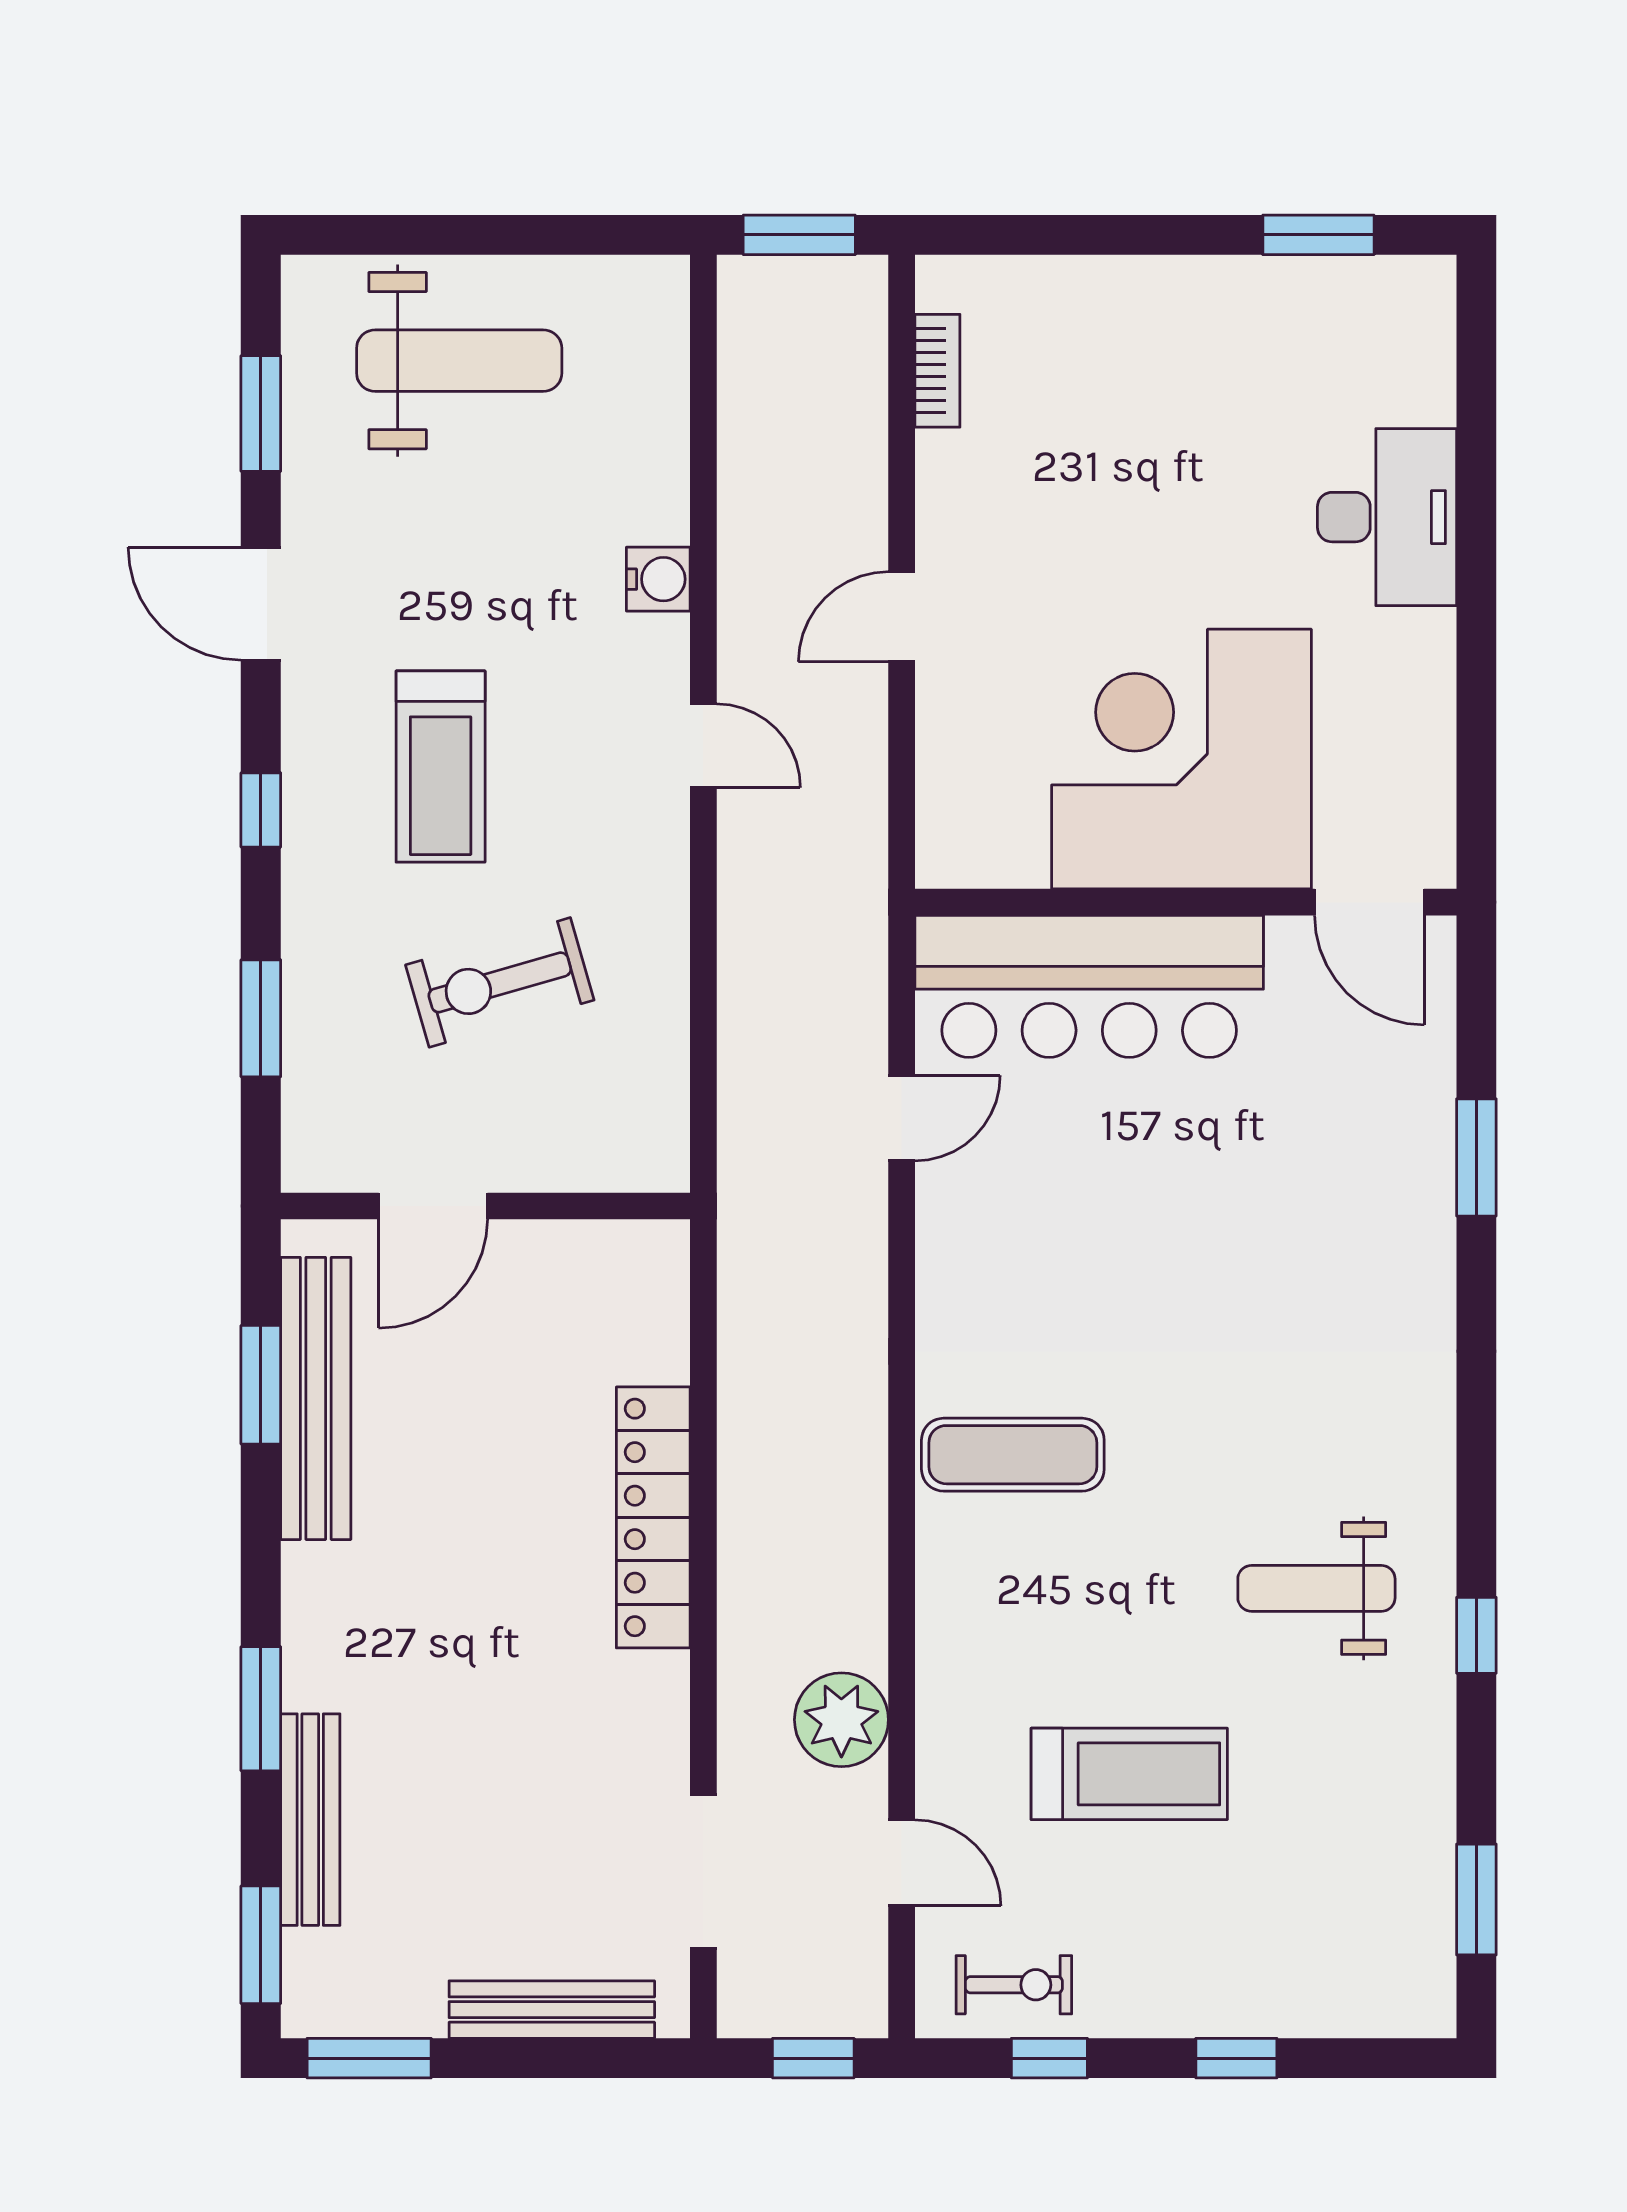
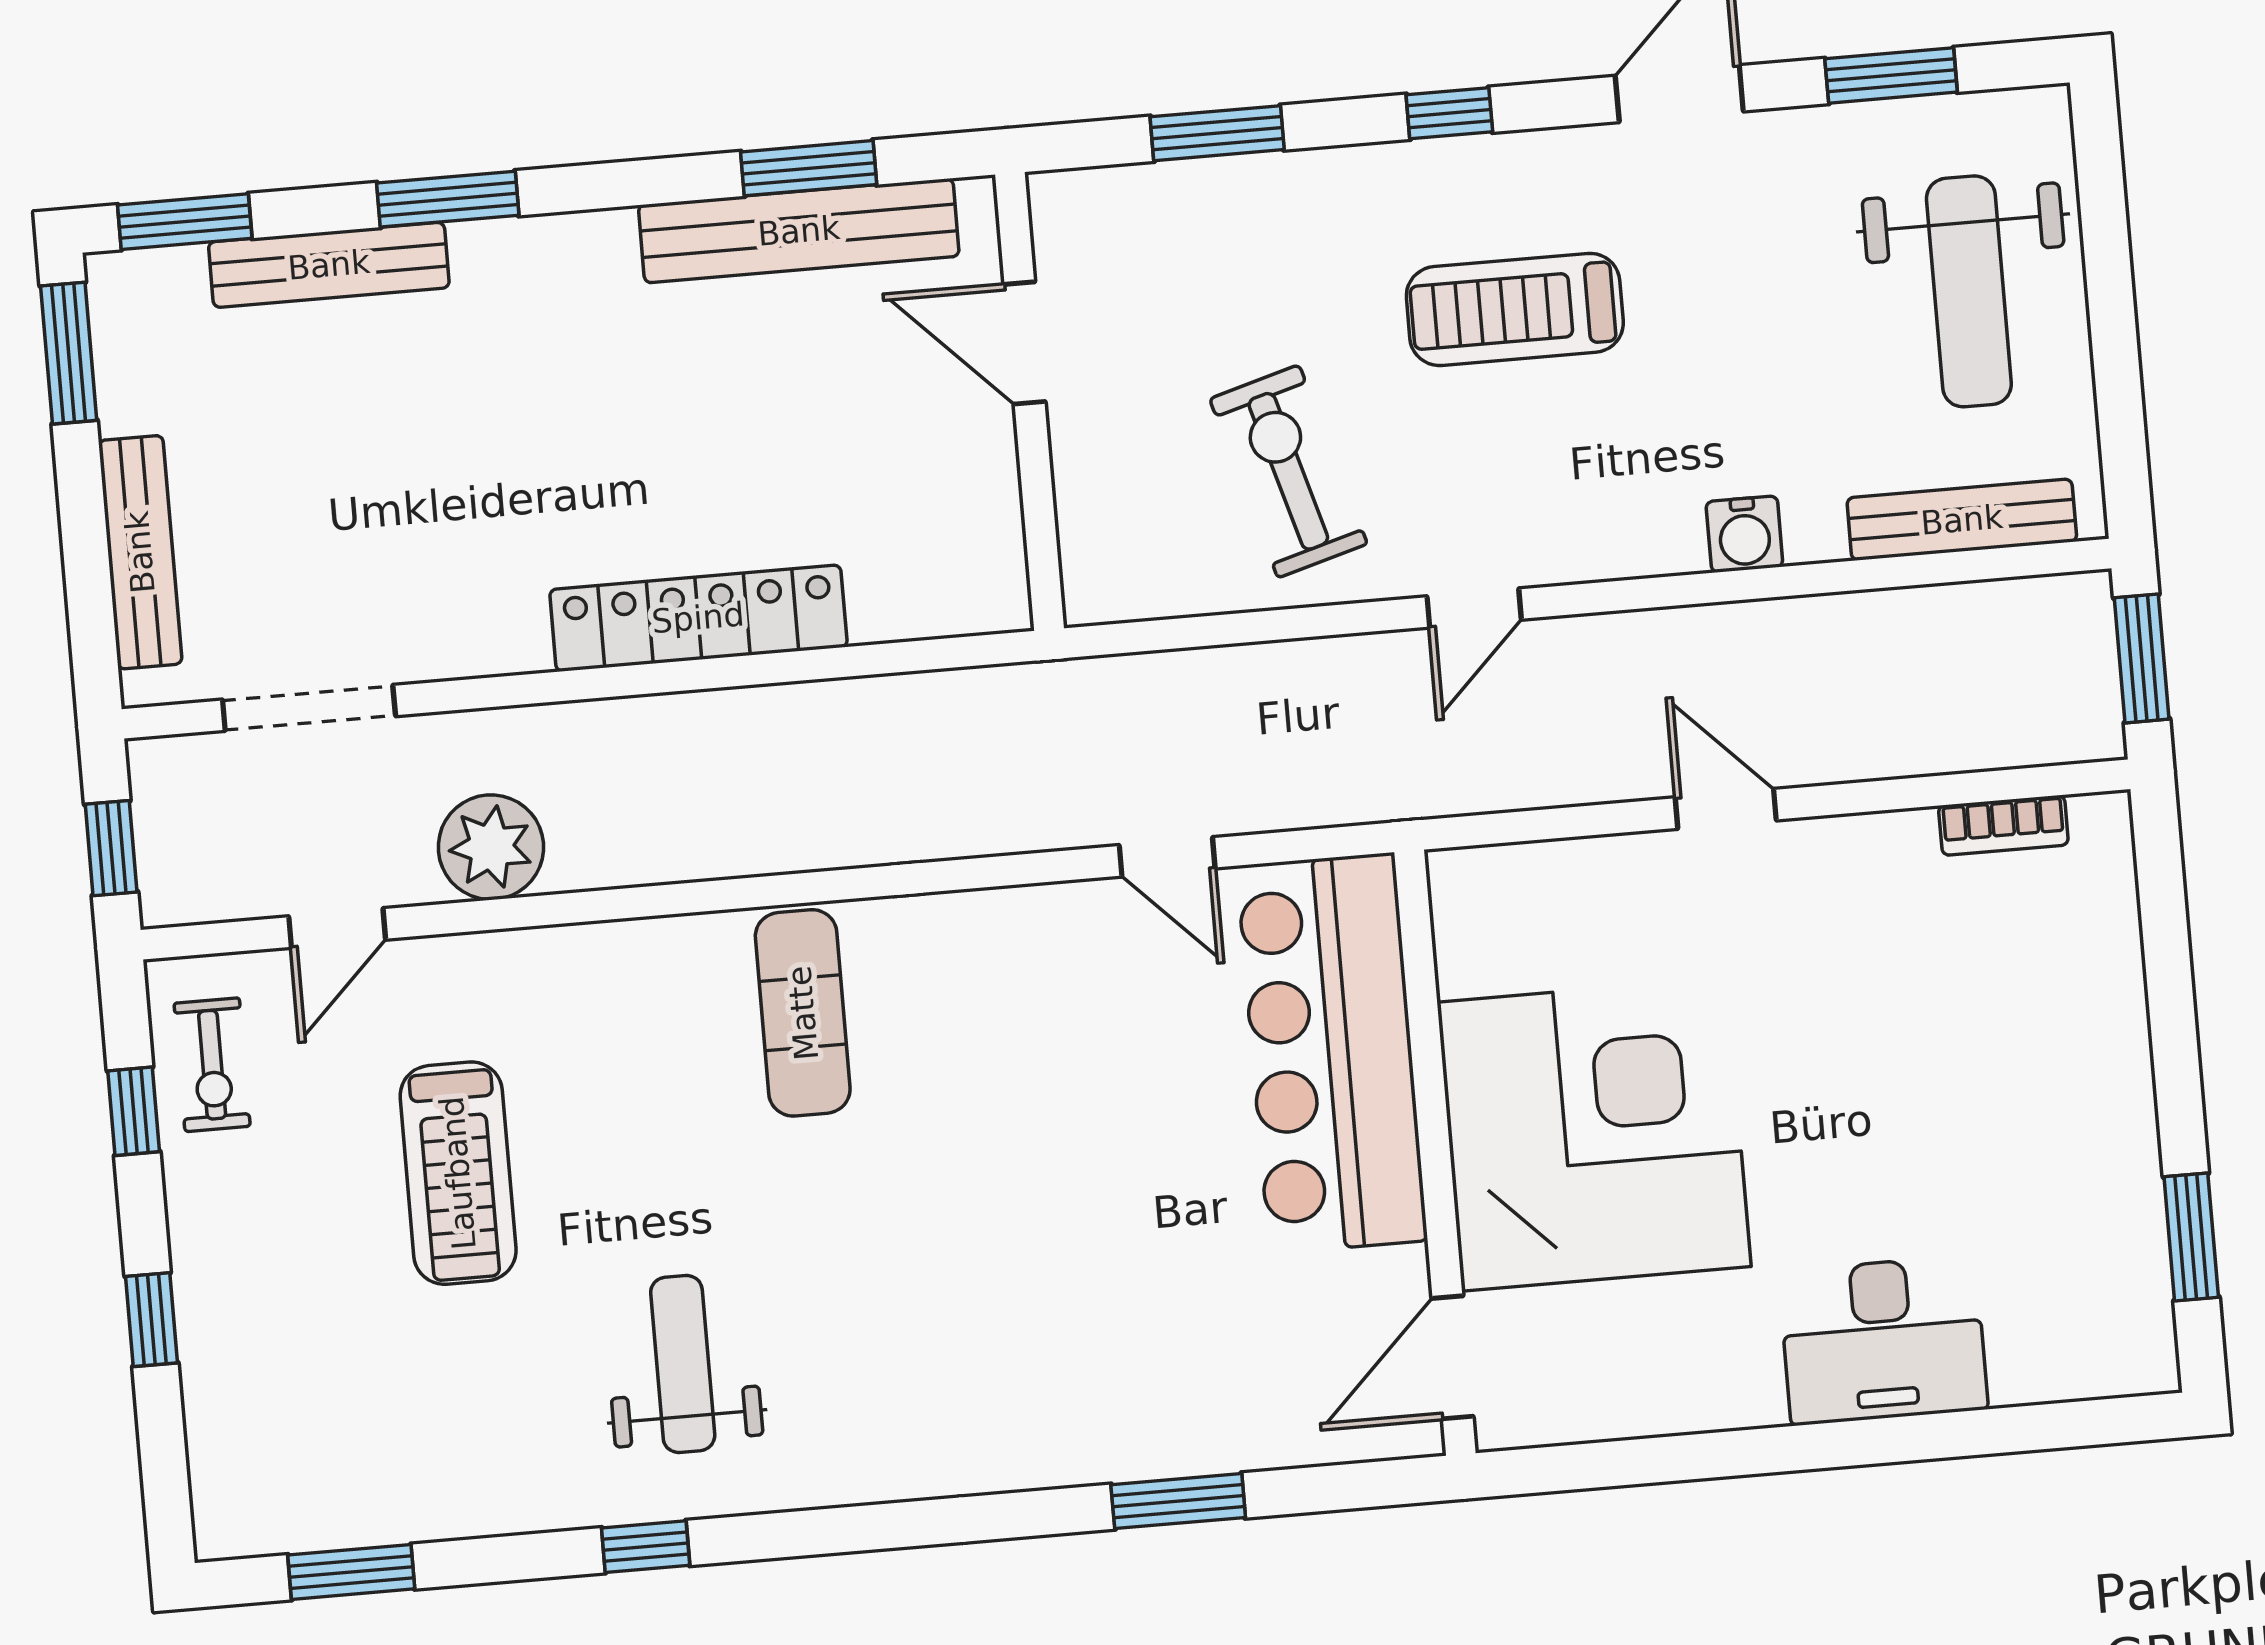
bench: (662, 384) -> (1962, 520), added
door: (703, 746) -> (1474, 608), moved
exercise bike: (500, 982) -> (1288, 471), moved

